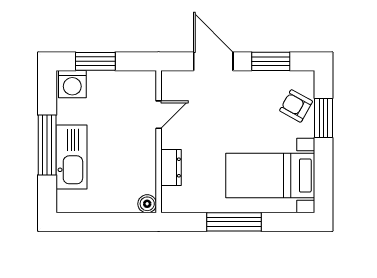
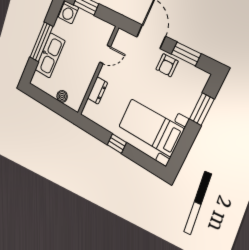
armchair: (296, 106) -> (167, 65), moved, turned -119
boiler: (147, 204) -> (62, 96), moved
window: (234, 222) -> (117, 144), width x0.46

